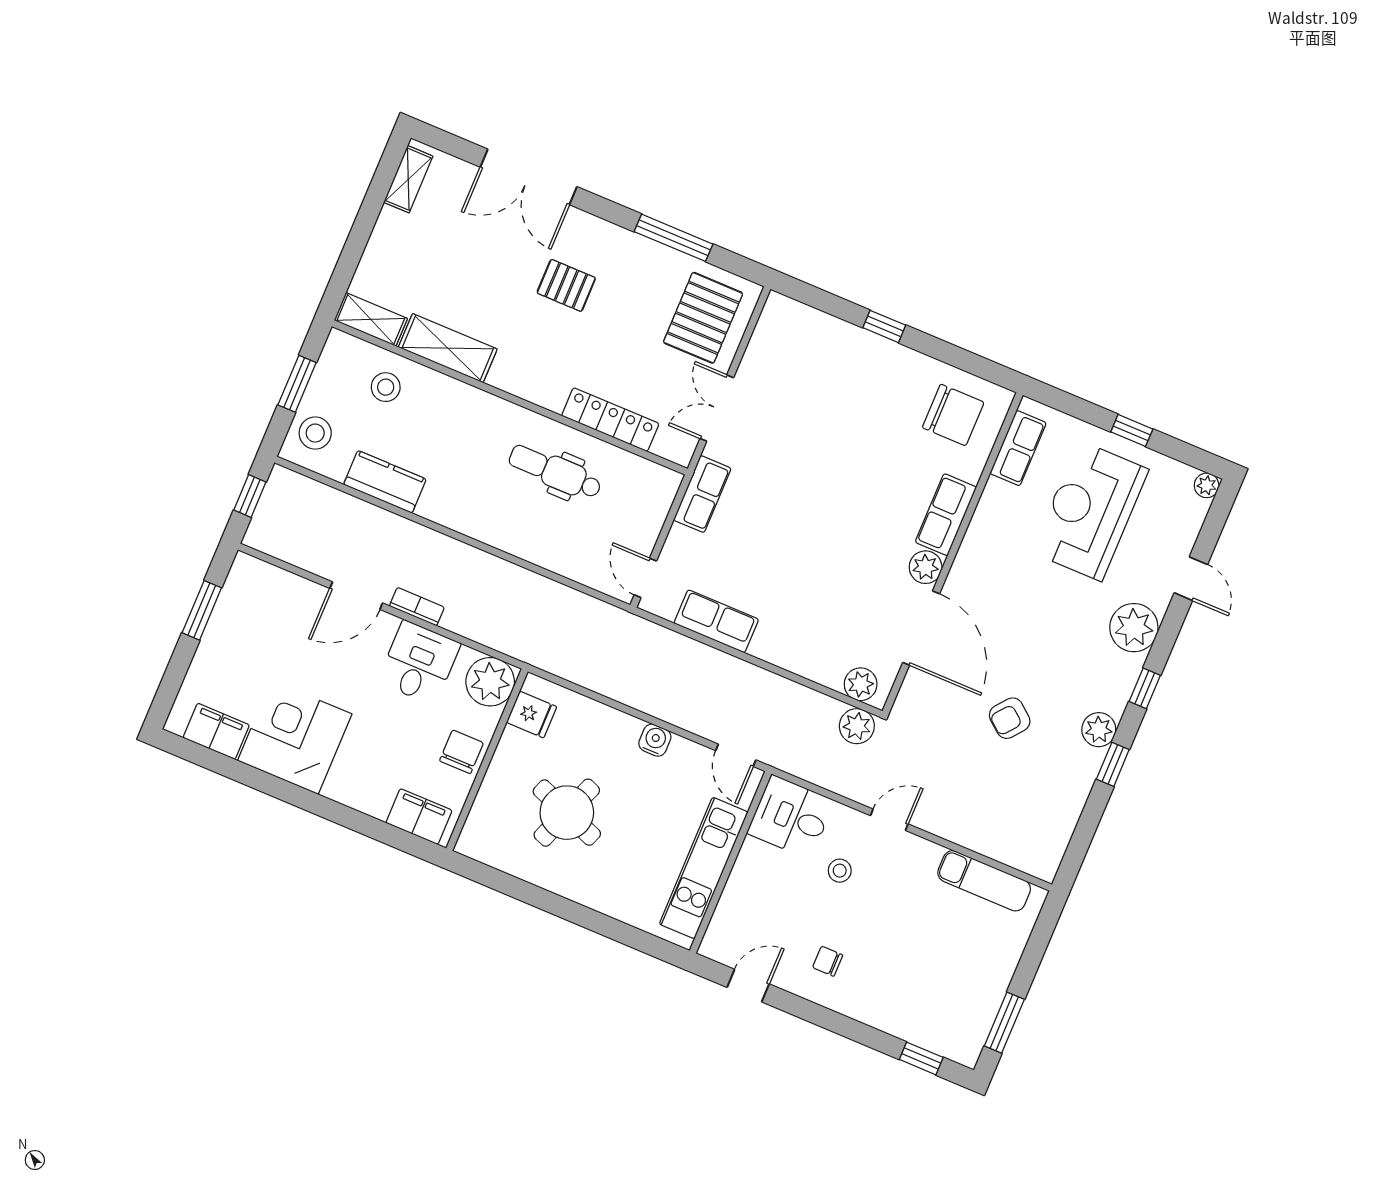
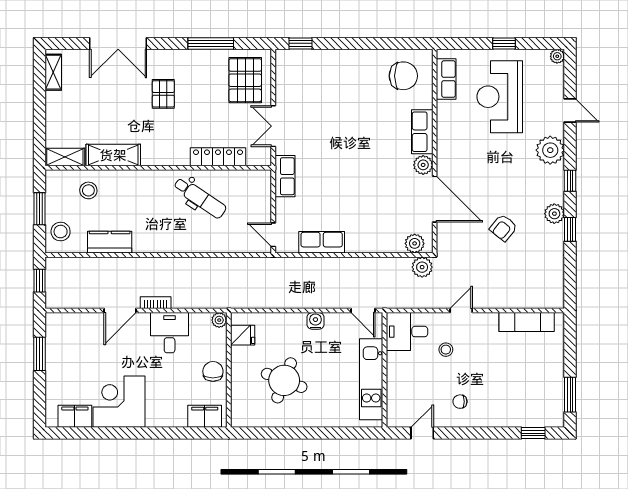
pallet: (566, 285) -> (163, 94), turned 90
window: (884, 326) -> (300, 43), moved
dental chair: (555, 472) -> (200, 198), turned -146
plant: (490, 682) -> (219, 320), width x0.53, depth x0.53

